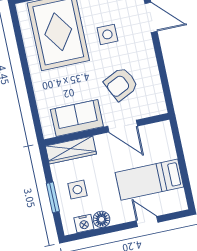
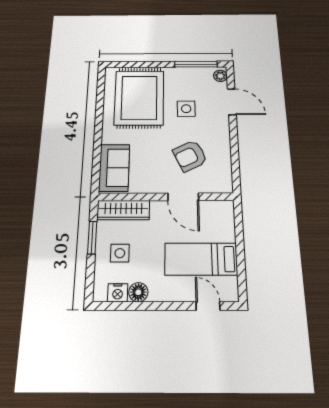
sofa: (77, 118) -> (114, 168), moved, turned 90
window: (53, 197) -> (92, 237), moved
door: (147, 221) -> (208, 306), moved

